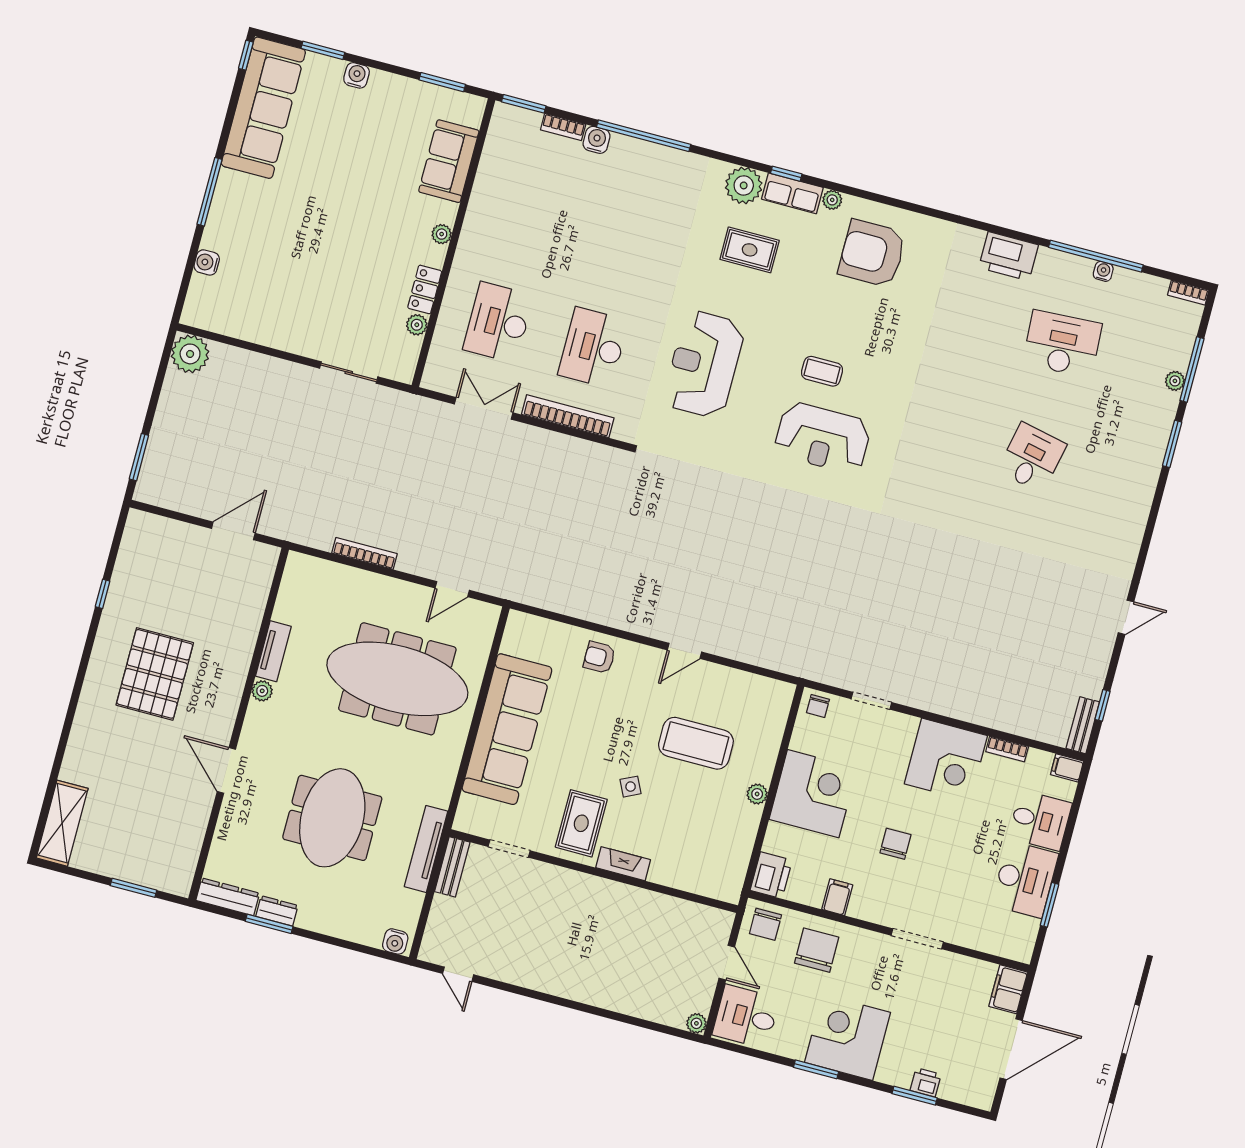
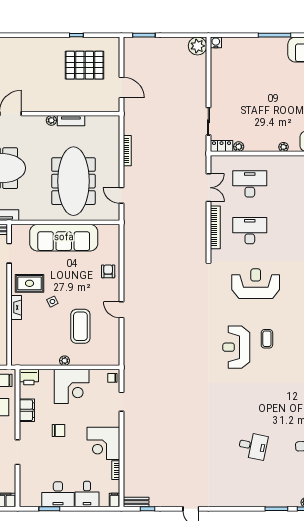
water cooler: (207, 262) -> (216, 42), moved
locker: (425, 289) -> (222, 146), moved
pallet: (155, 674) -> (85, 65), moved
filing cabinet: (837, 897) -> (27, 410), width x2.00

